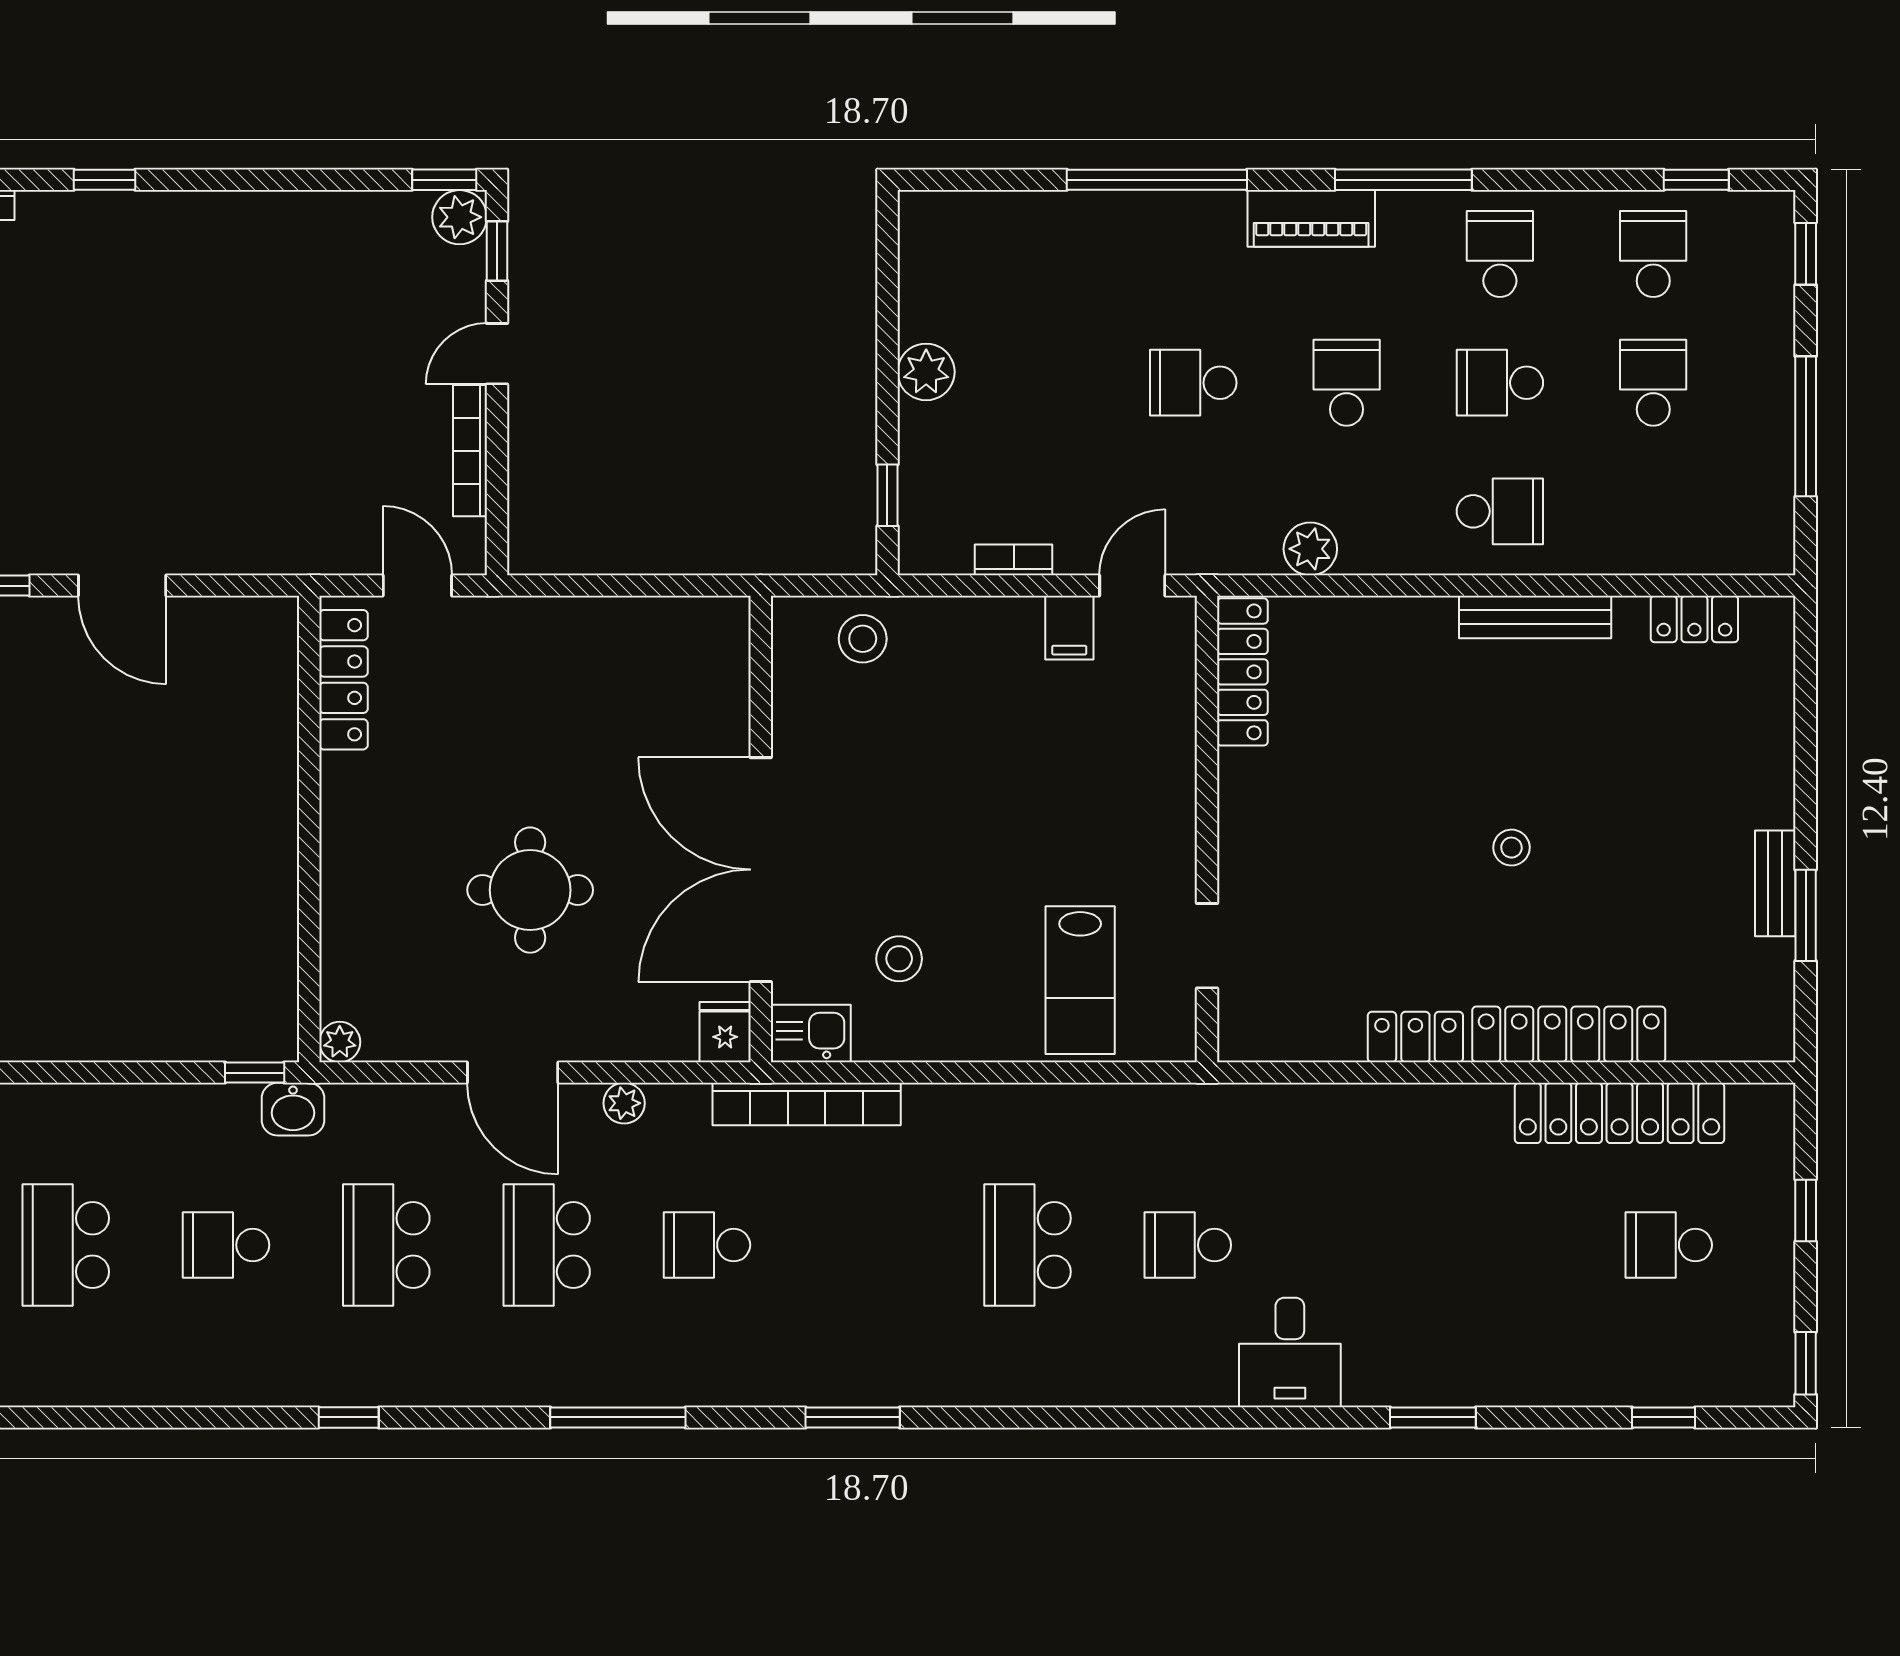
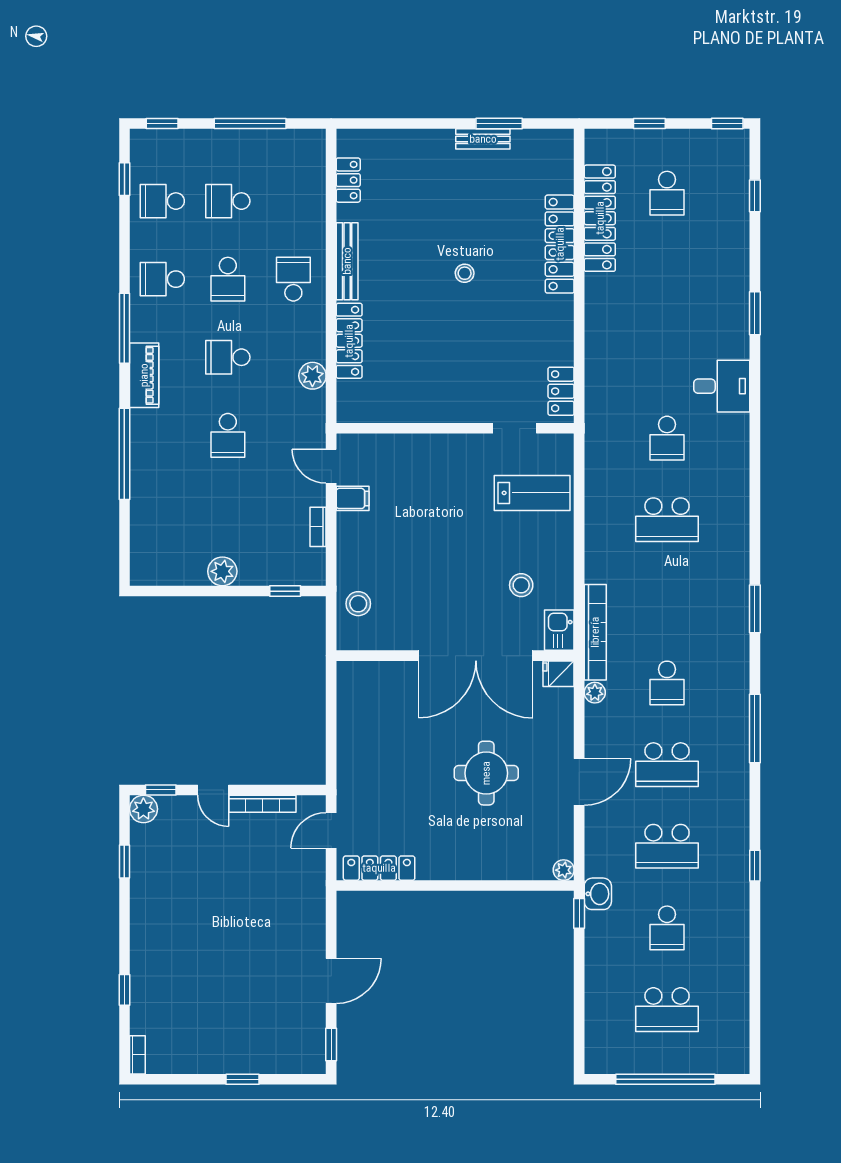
window: (444, 180) -> (124, 862), moved
locker: (1242, 672) -> (349, 341), moved, turned 90
locker: (1415, 1037) -> (561, 391), moved
plant: (624, 1103) -> (595, 693), moved

